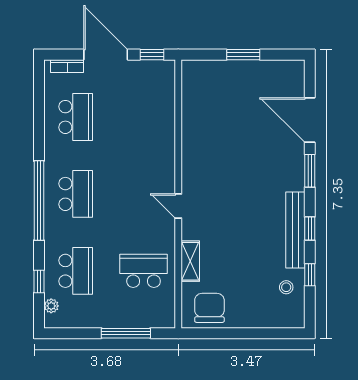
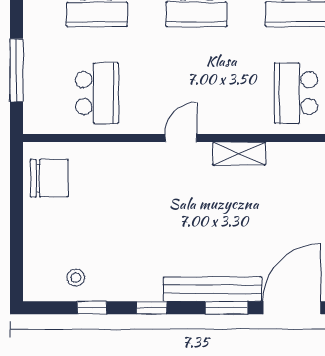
school desk: (144, 117) -> (296, 93), added
bench: (295, 230) -> (212, 289), moved
shelving: (190, 261) -> (239, 154), moved

